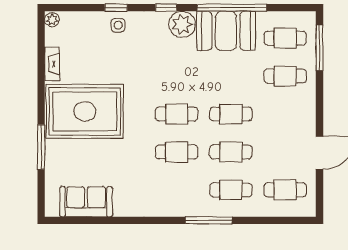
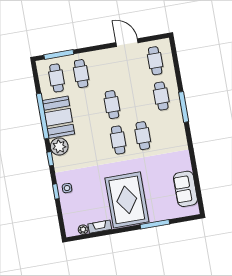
plant: (52, 20) -> (83, 230), moved
cafe table: (231, 152) -> (137, 100), removed

